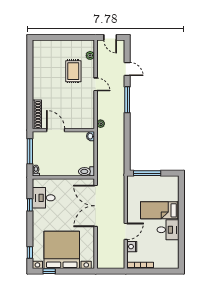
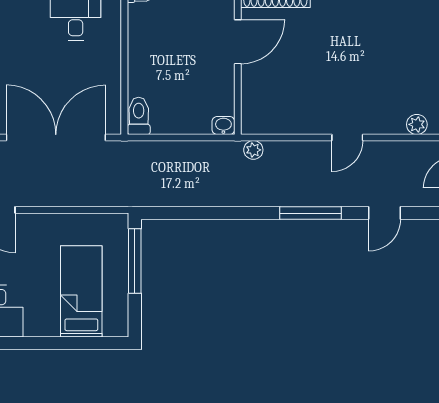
rug: (73, 71) -> (379, 84), removed
bed: (160, 210) -> (81, 291), moved

